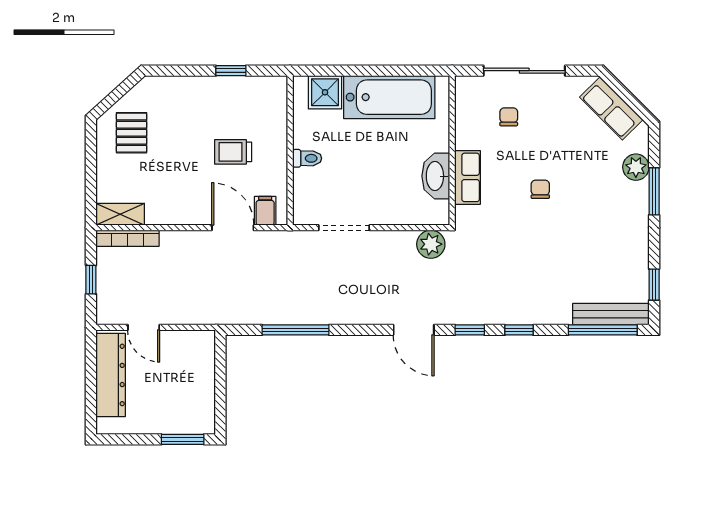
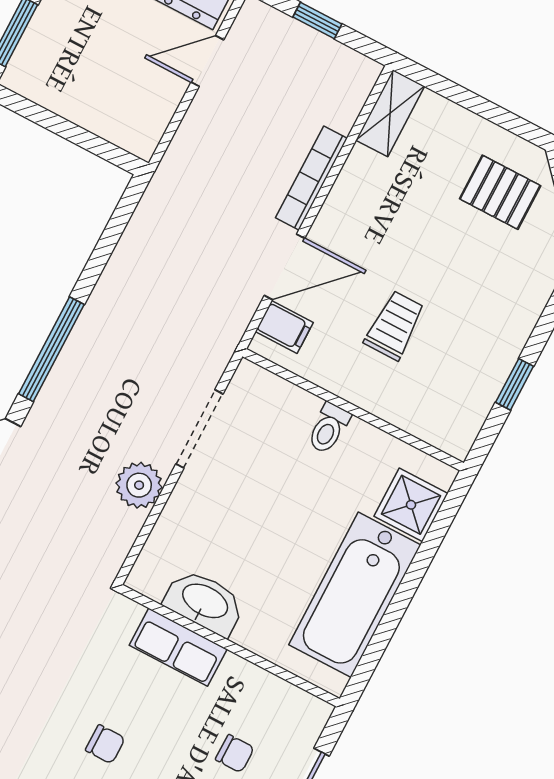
bookcase: (127, 238) -> (311, 178), moved
plant: (431, 244) -> (139, 485), moved
window: (295, 330) -> (51, 349), moved

